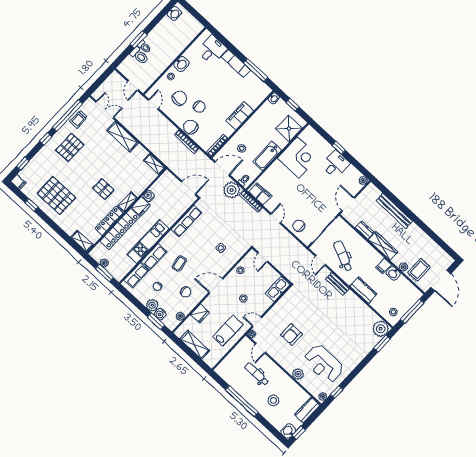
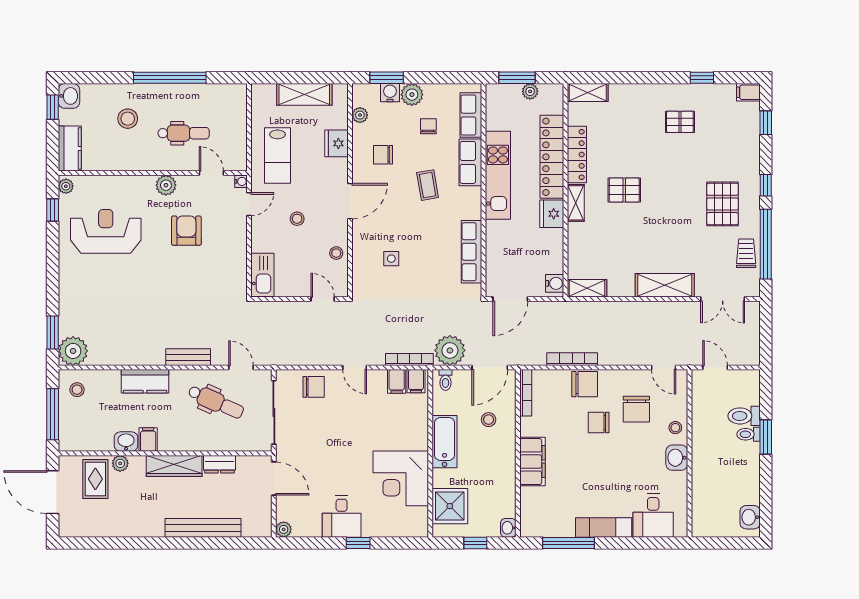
pallet: (56, 196) -> (680, 122), width x0.49, depth x0.50
water cooler: (149, 196) -> (555, 283), moved
plant: (298, 374) -> (166, 185), moved

